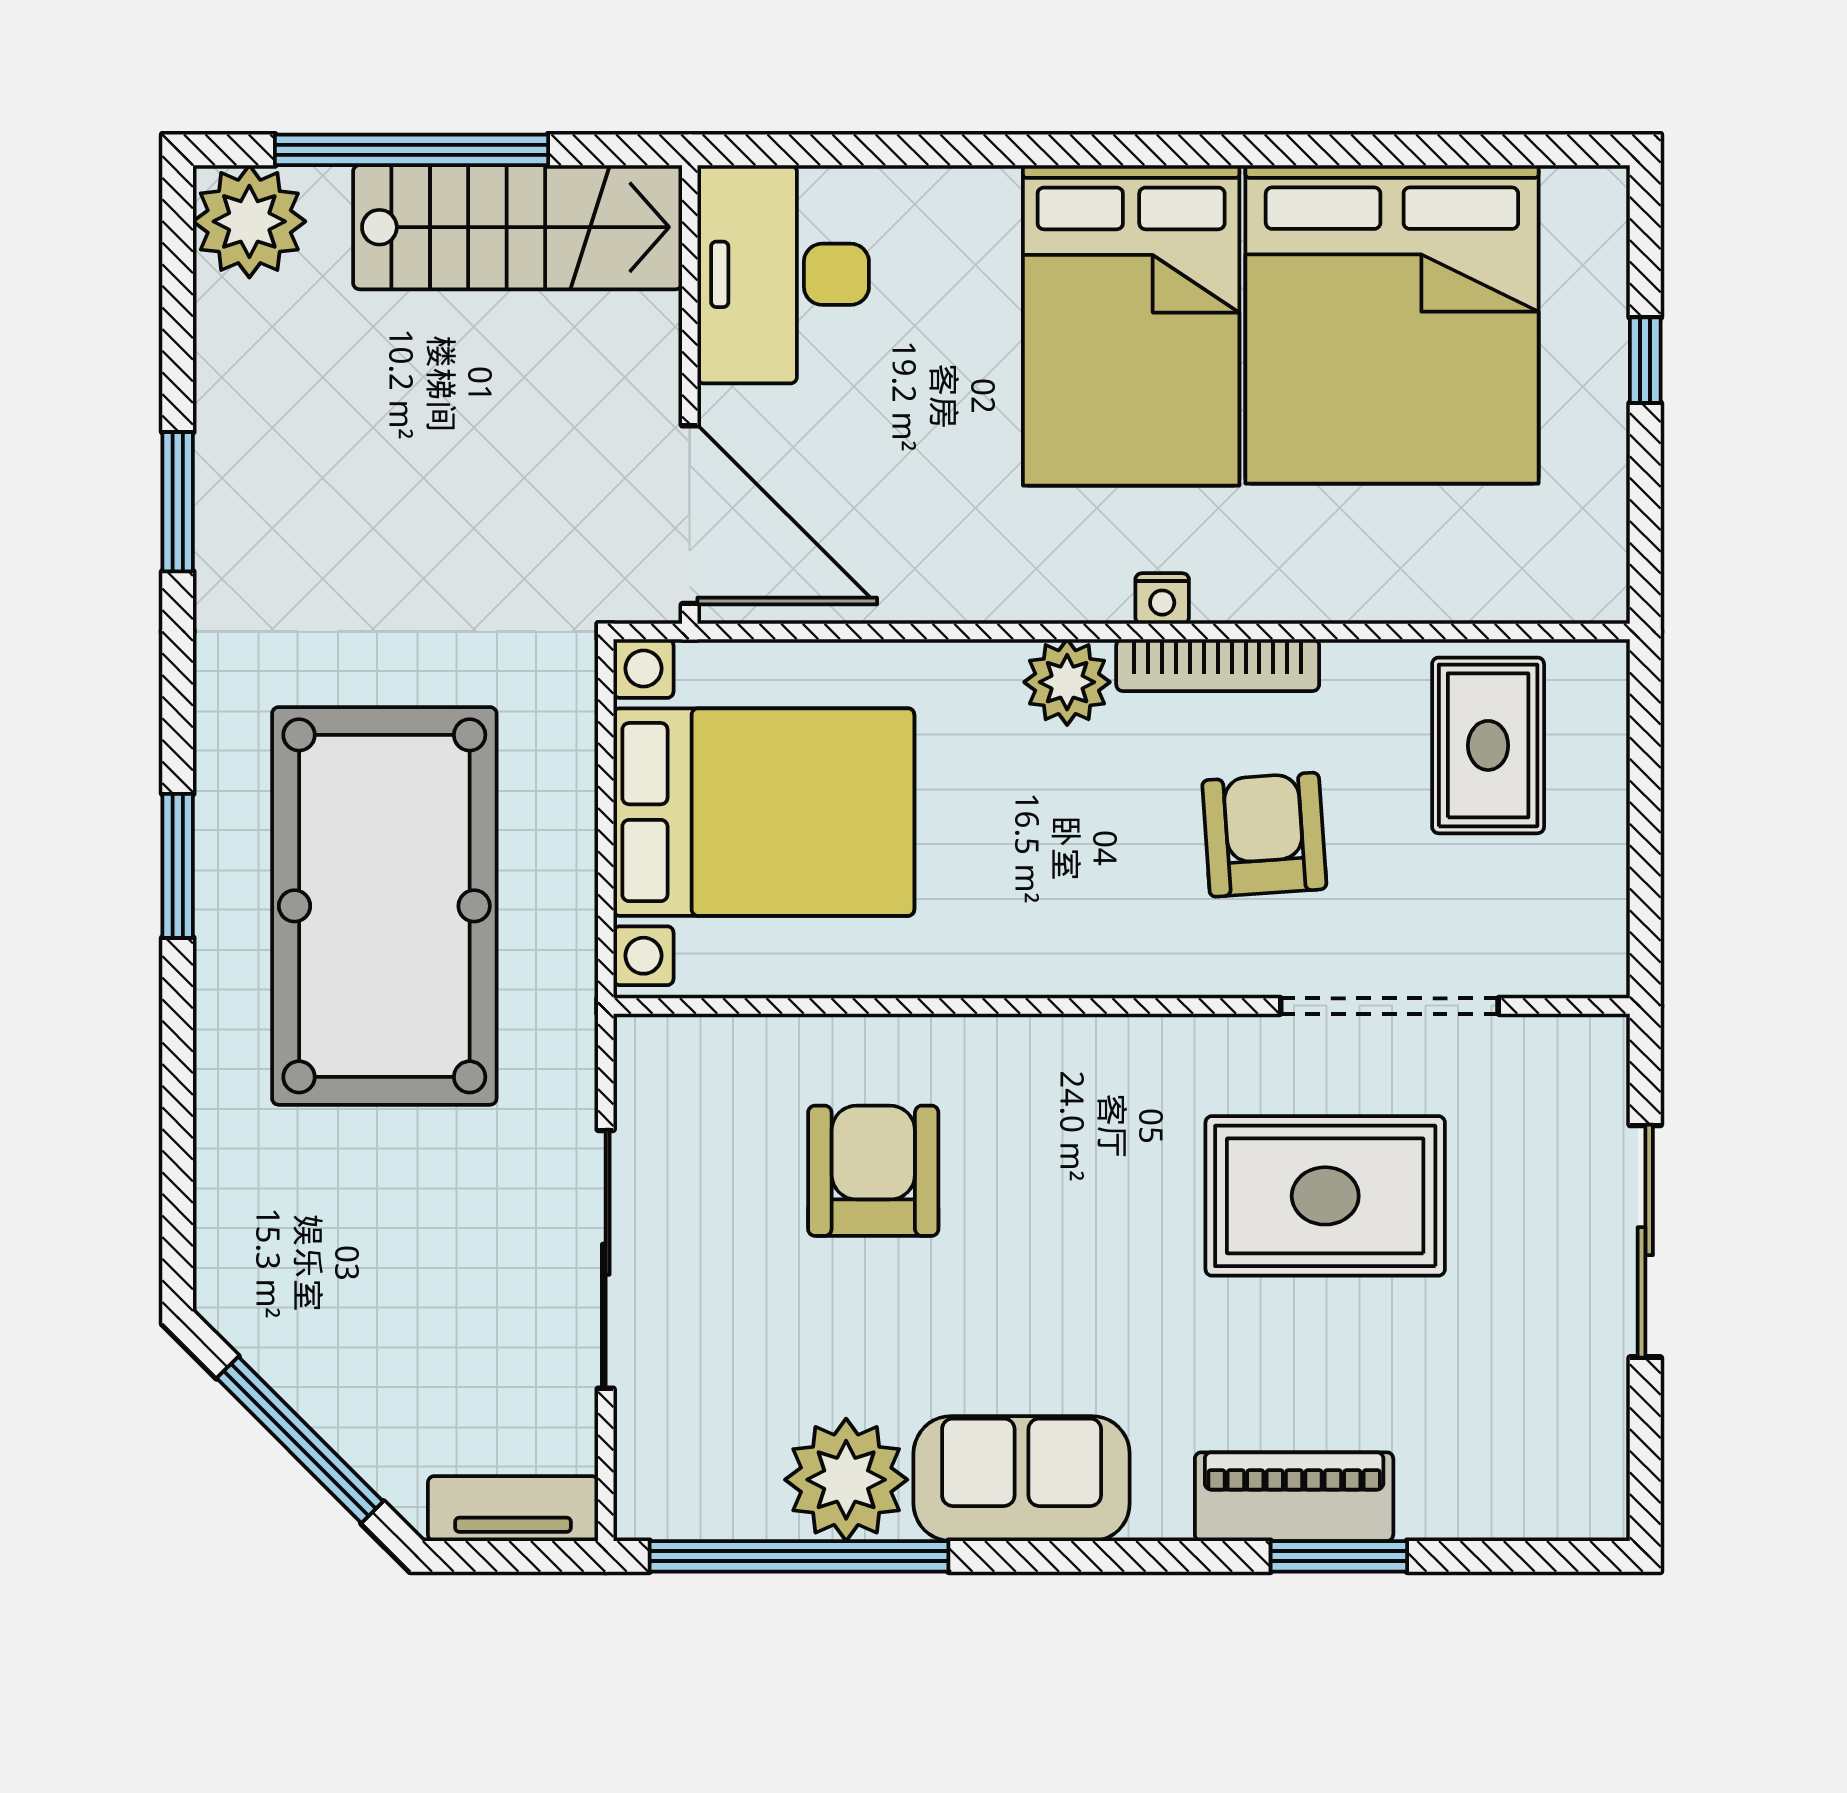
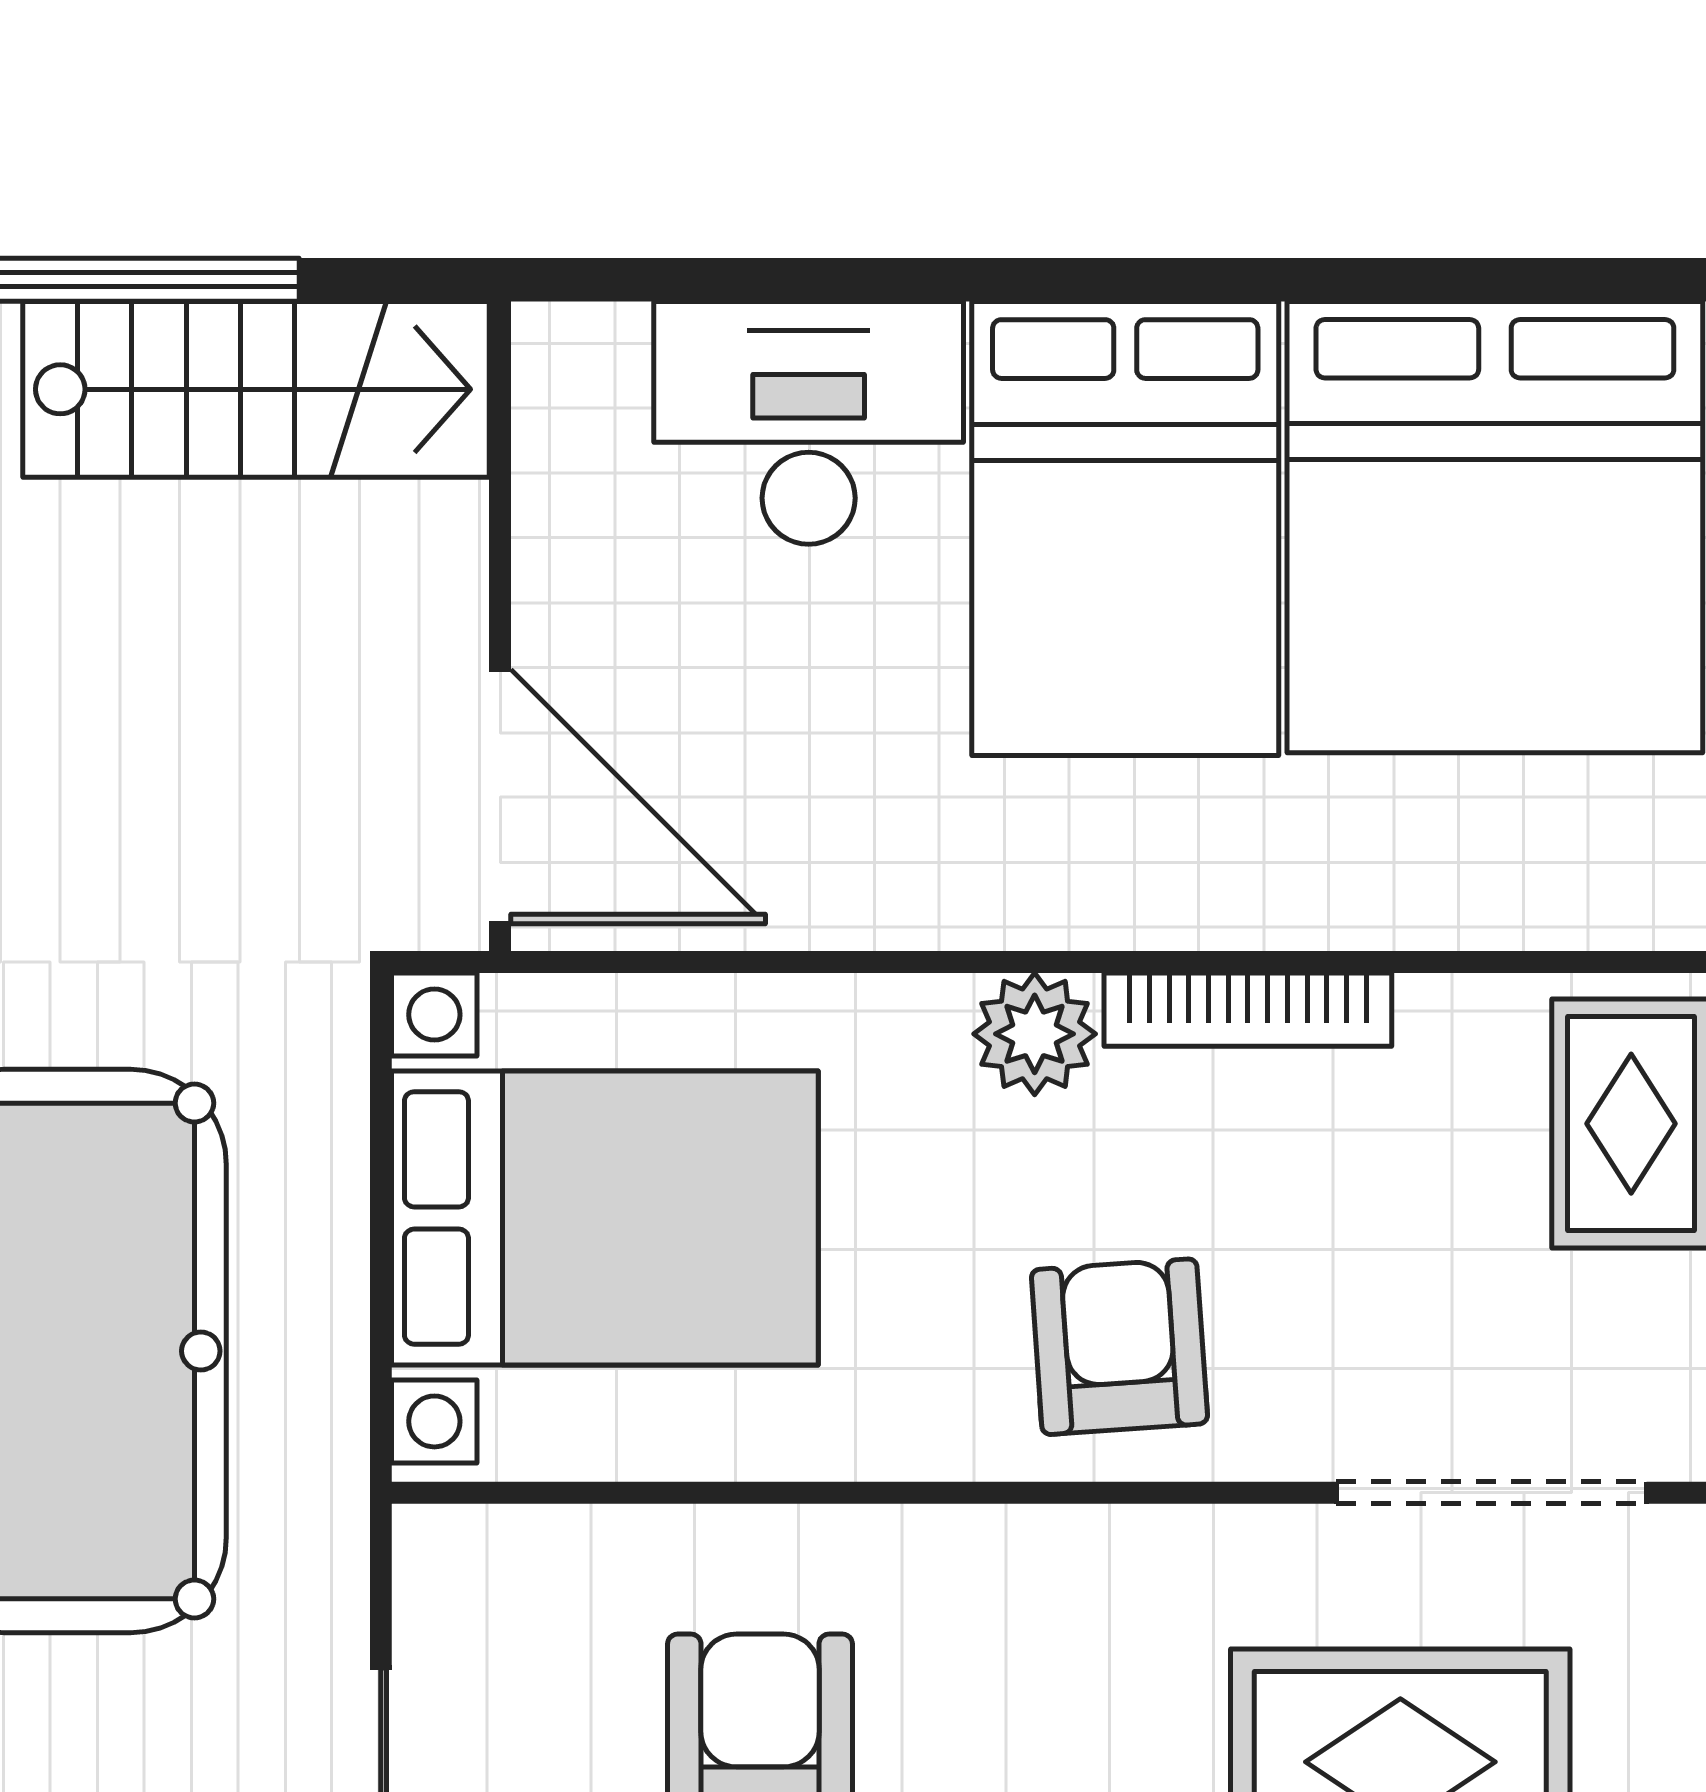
desk: (783, 274) -> (809, 423), moved, turned 90
nightstand: (1162, 598) -> (1169, 915), removed
armchair: (1264, 835) -> (1119, 1347), moved

